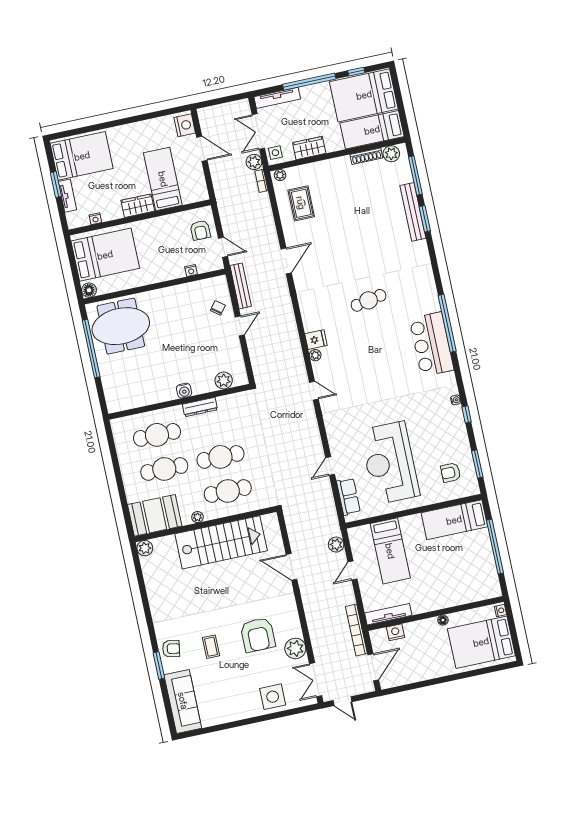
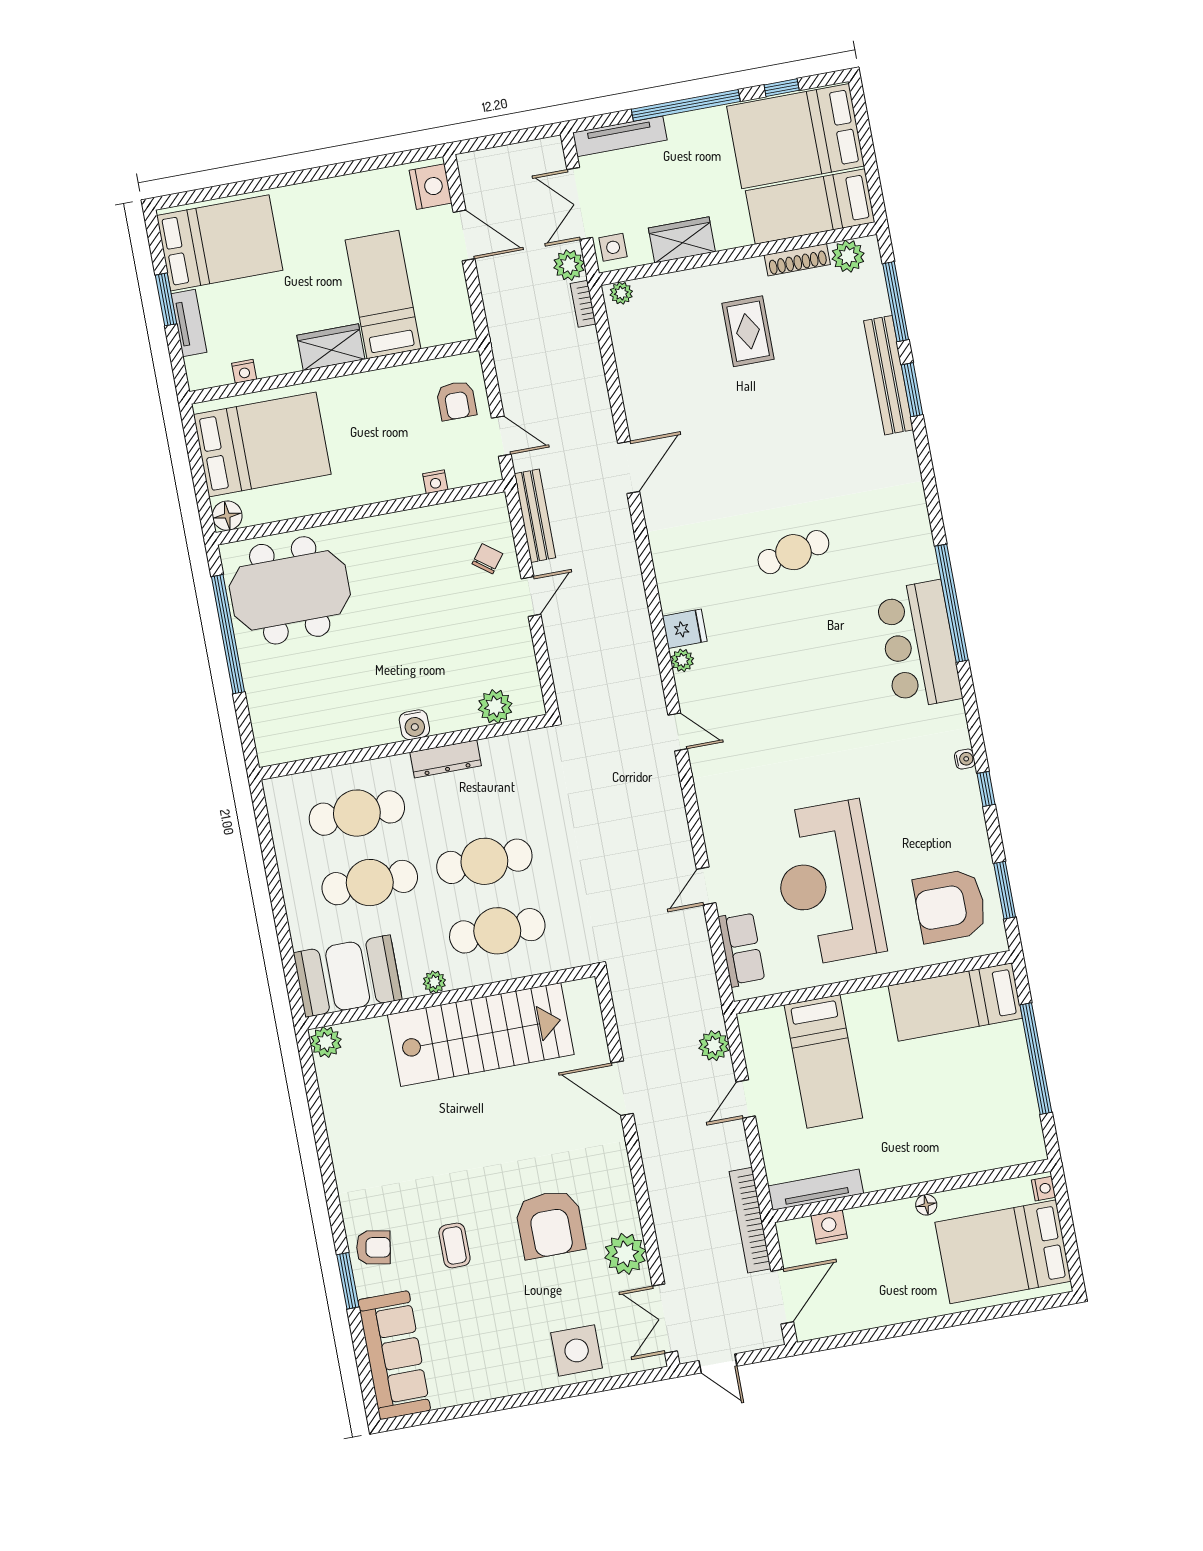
rug: (301, 203) -> (748, 331), moved
armchair: (451, 473) -> (950, 906), width x1.88, depth x1.88

